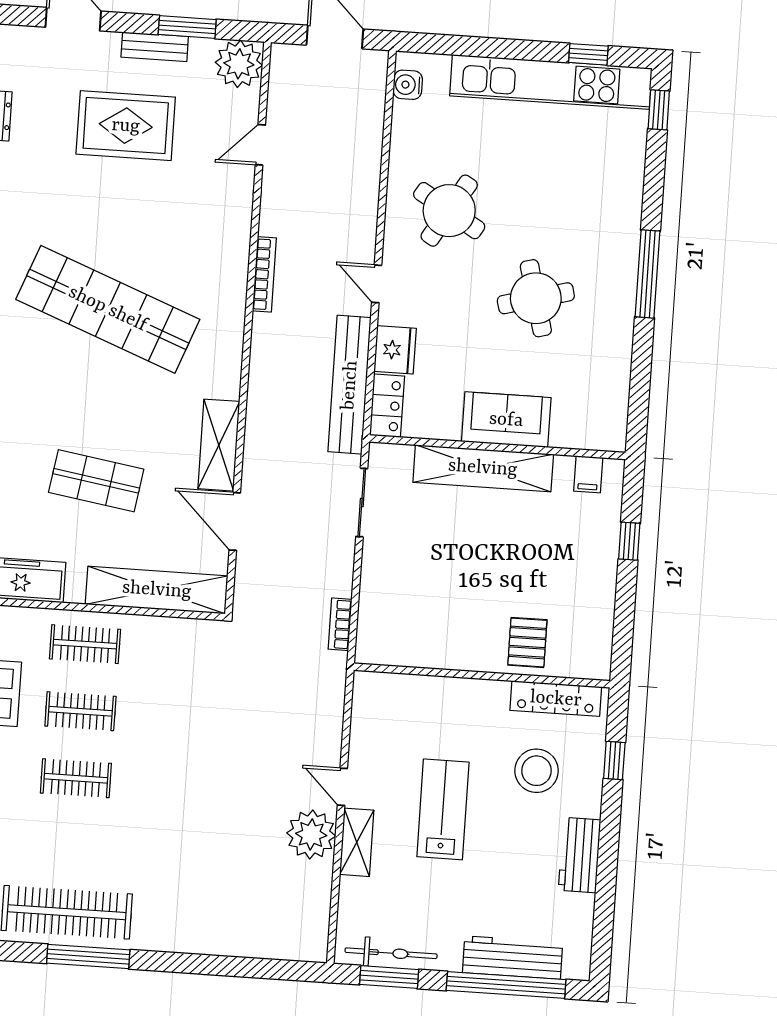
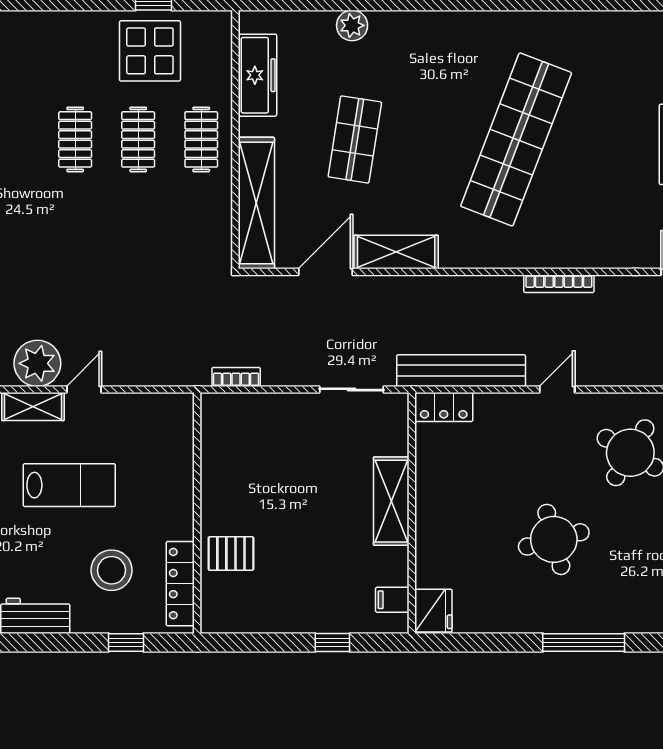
fridge: (395, 350) -> (433, 611), moved, turned -90
sofa: (506, 420) -> (438, 519), removed
shelving: (483, 468) -> (391, 501), width x0.68

